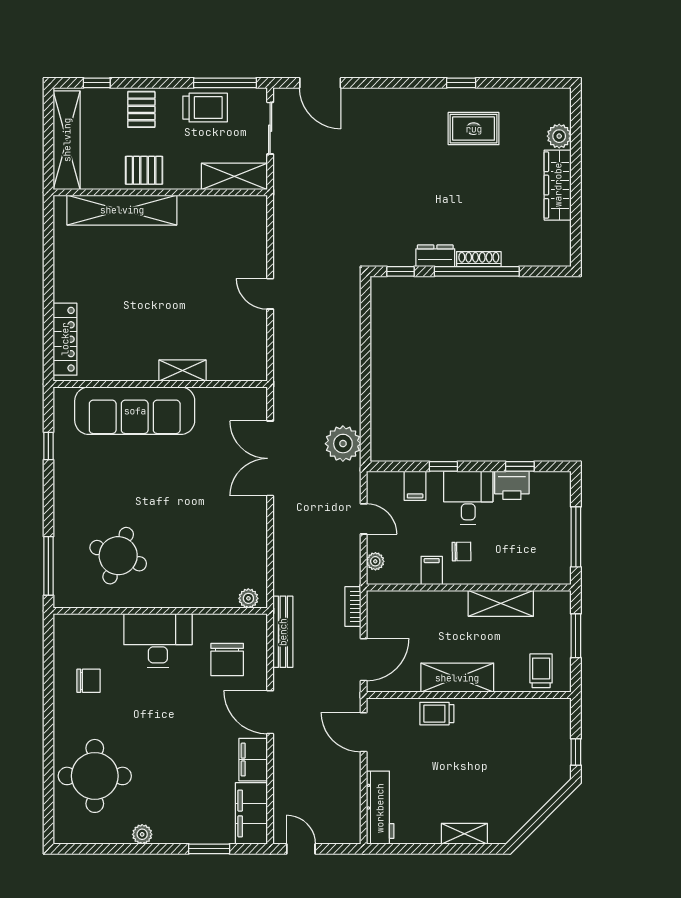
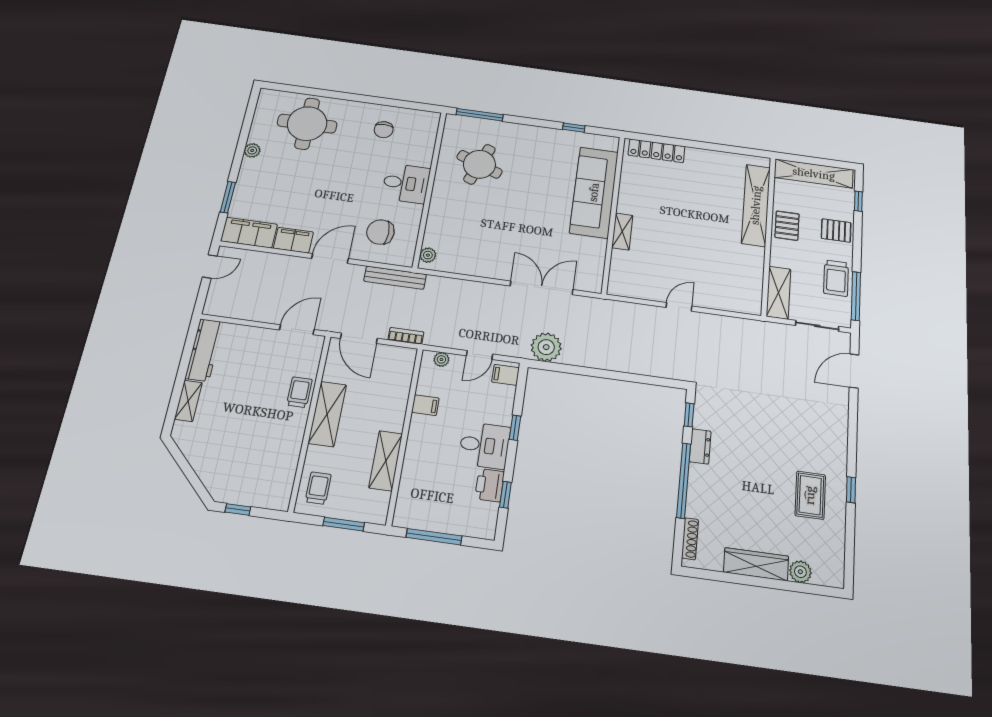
shoe rack: (479, 259) -> (690, 539), moved
filing cabinet: (415, 486) -> (506, 375), moved
chair: (462, 551) -> (438, 433), removed
desk: (158, 640) -> (406, 183), width x0.73
trolley: (541, 671) -> (318, 488), turned -90
workbench: (380, 808) -> (204, 350), moved, turned -90

